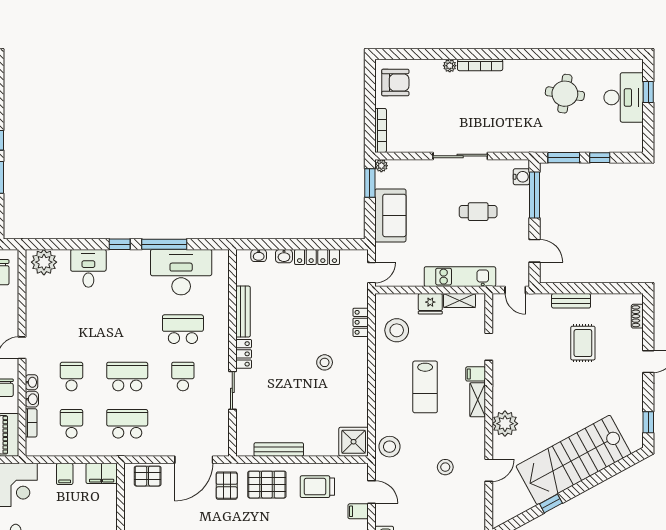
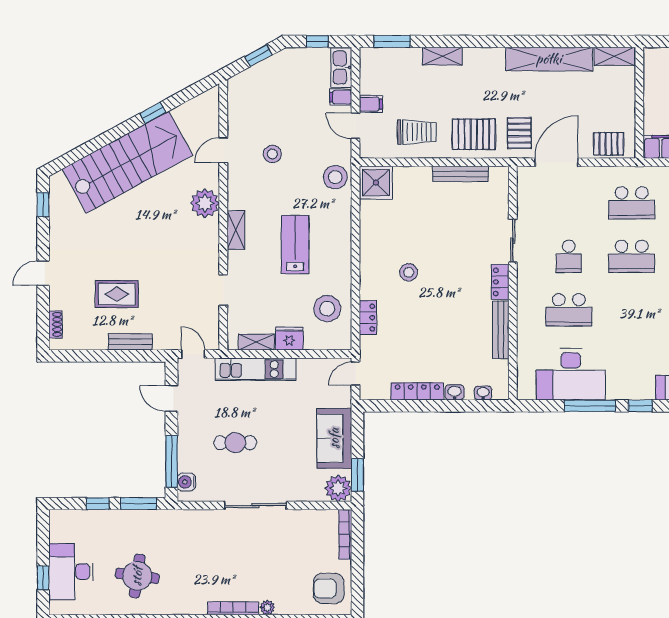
plant: (381, 166) -> (338, 488), width x1.88, depth x1.88
rug: (583, 343) -> (117, 294), turned 90
filing cabinet: (476, 374) -> (341, 97), moved, turned 180

